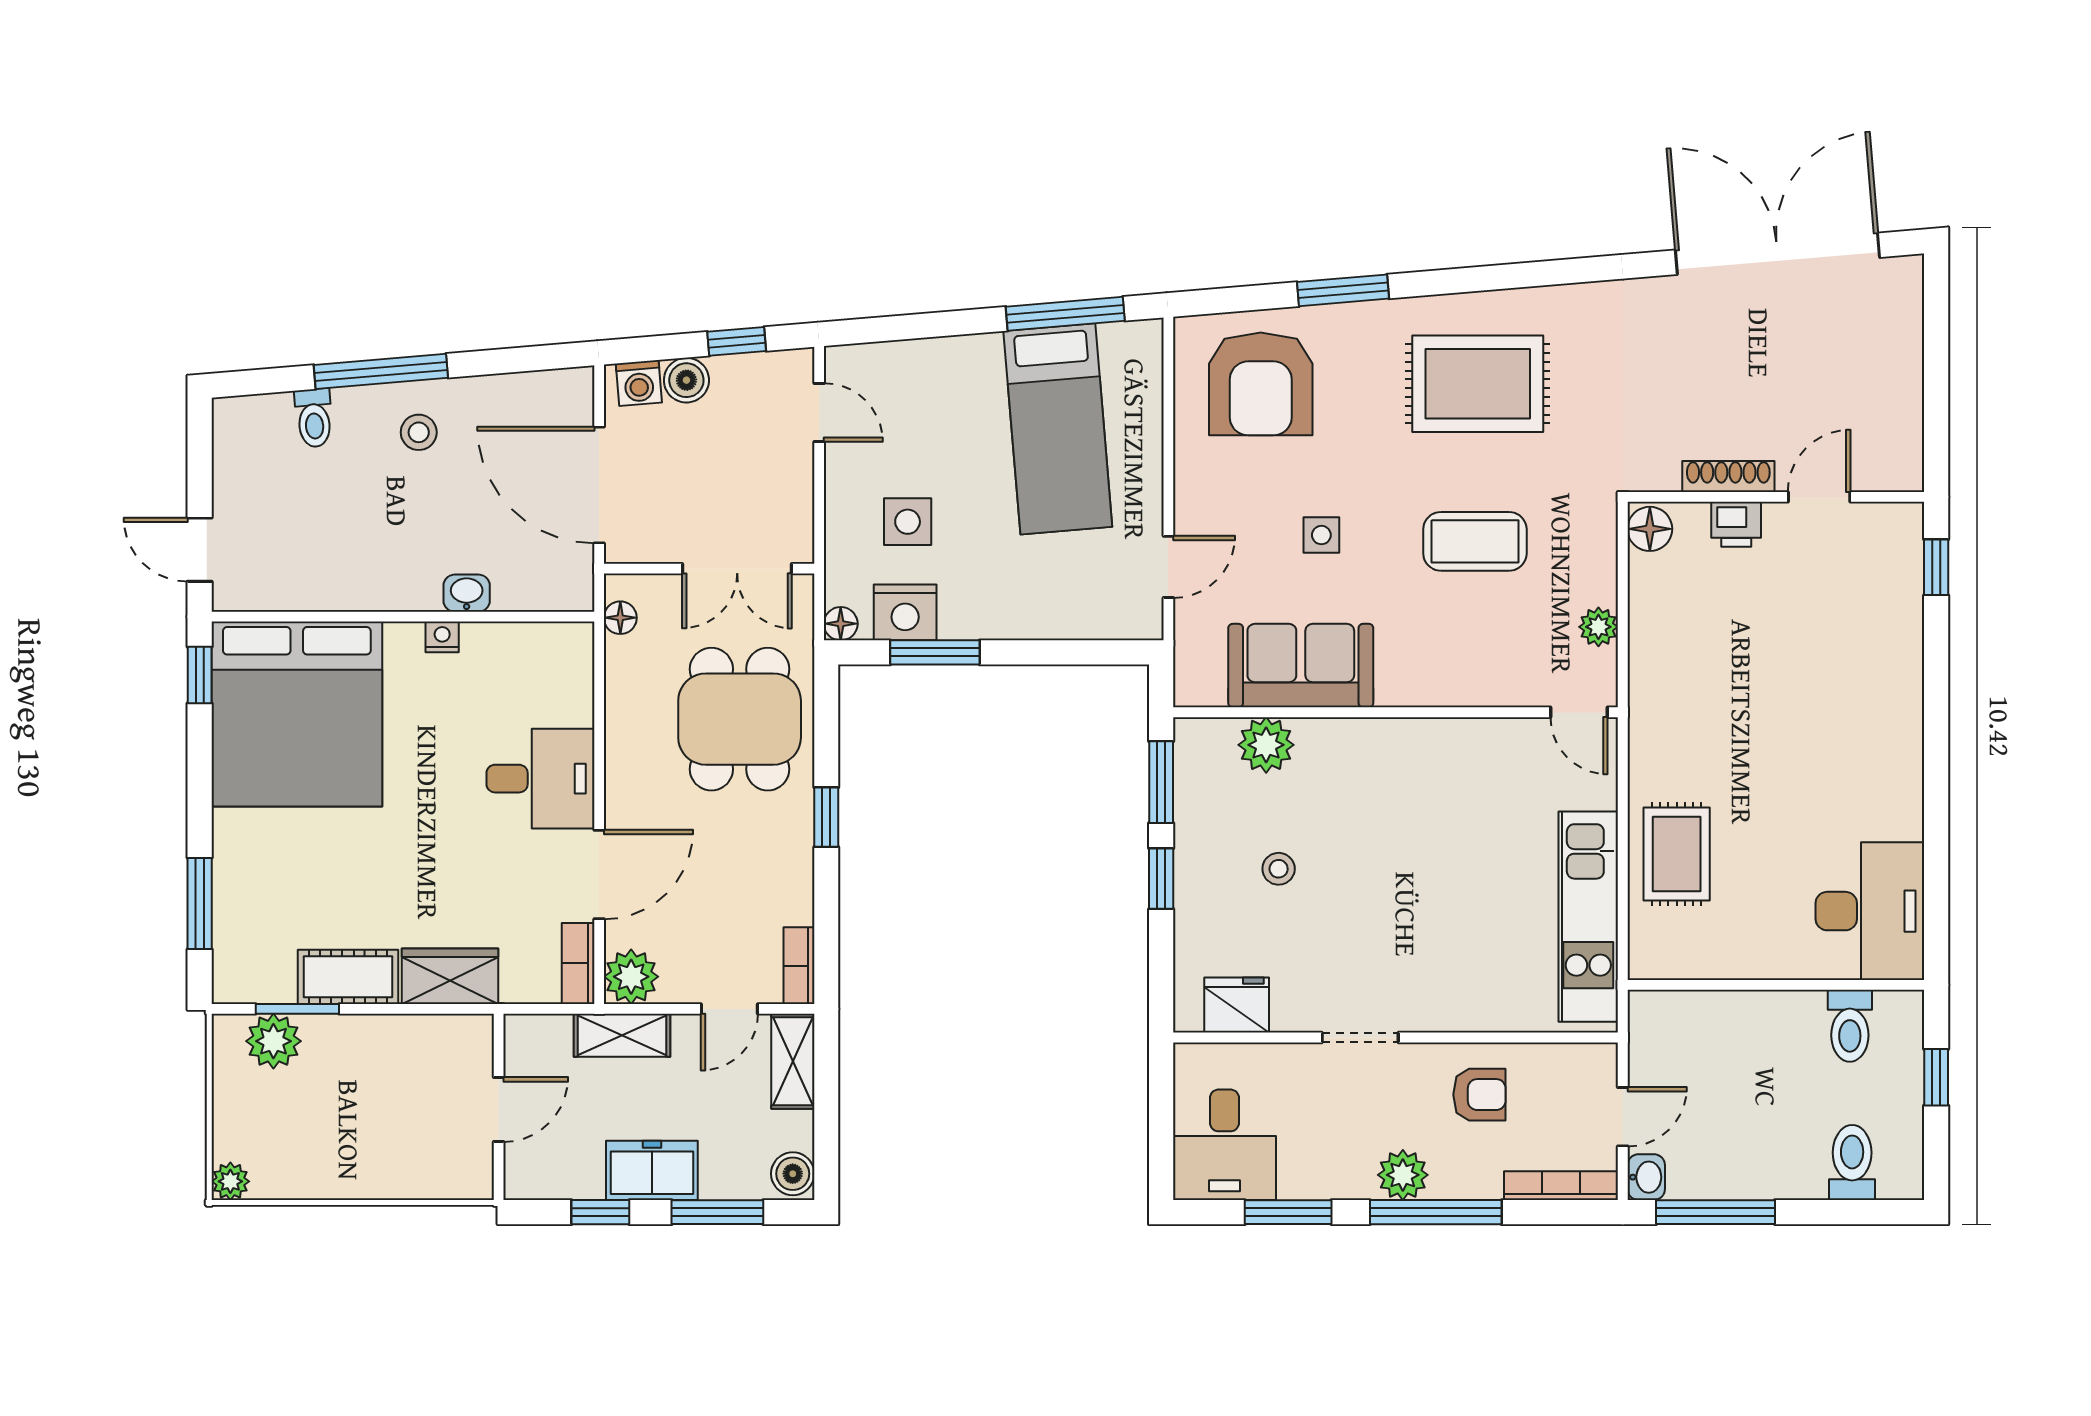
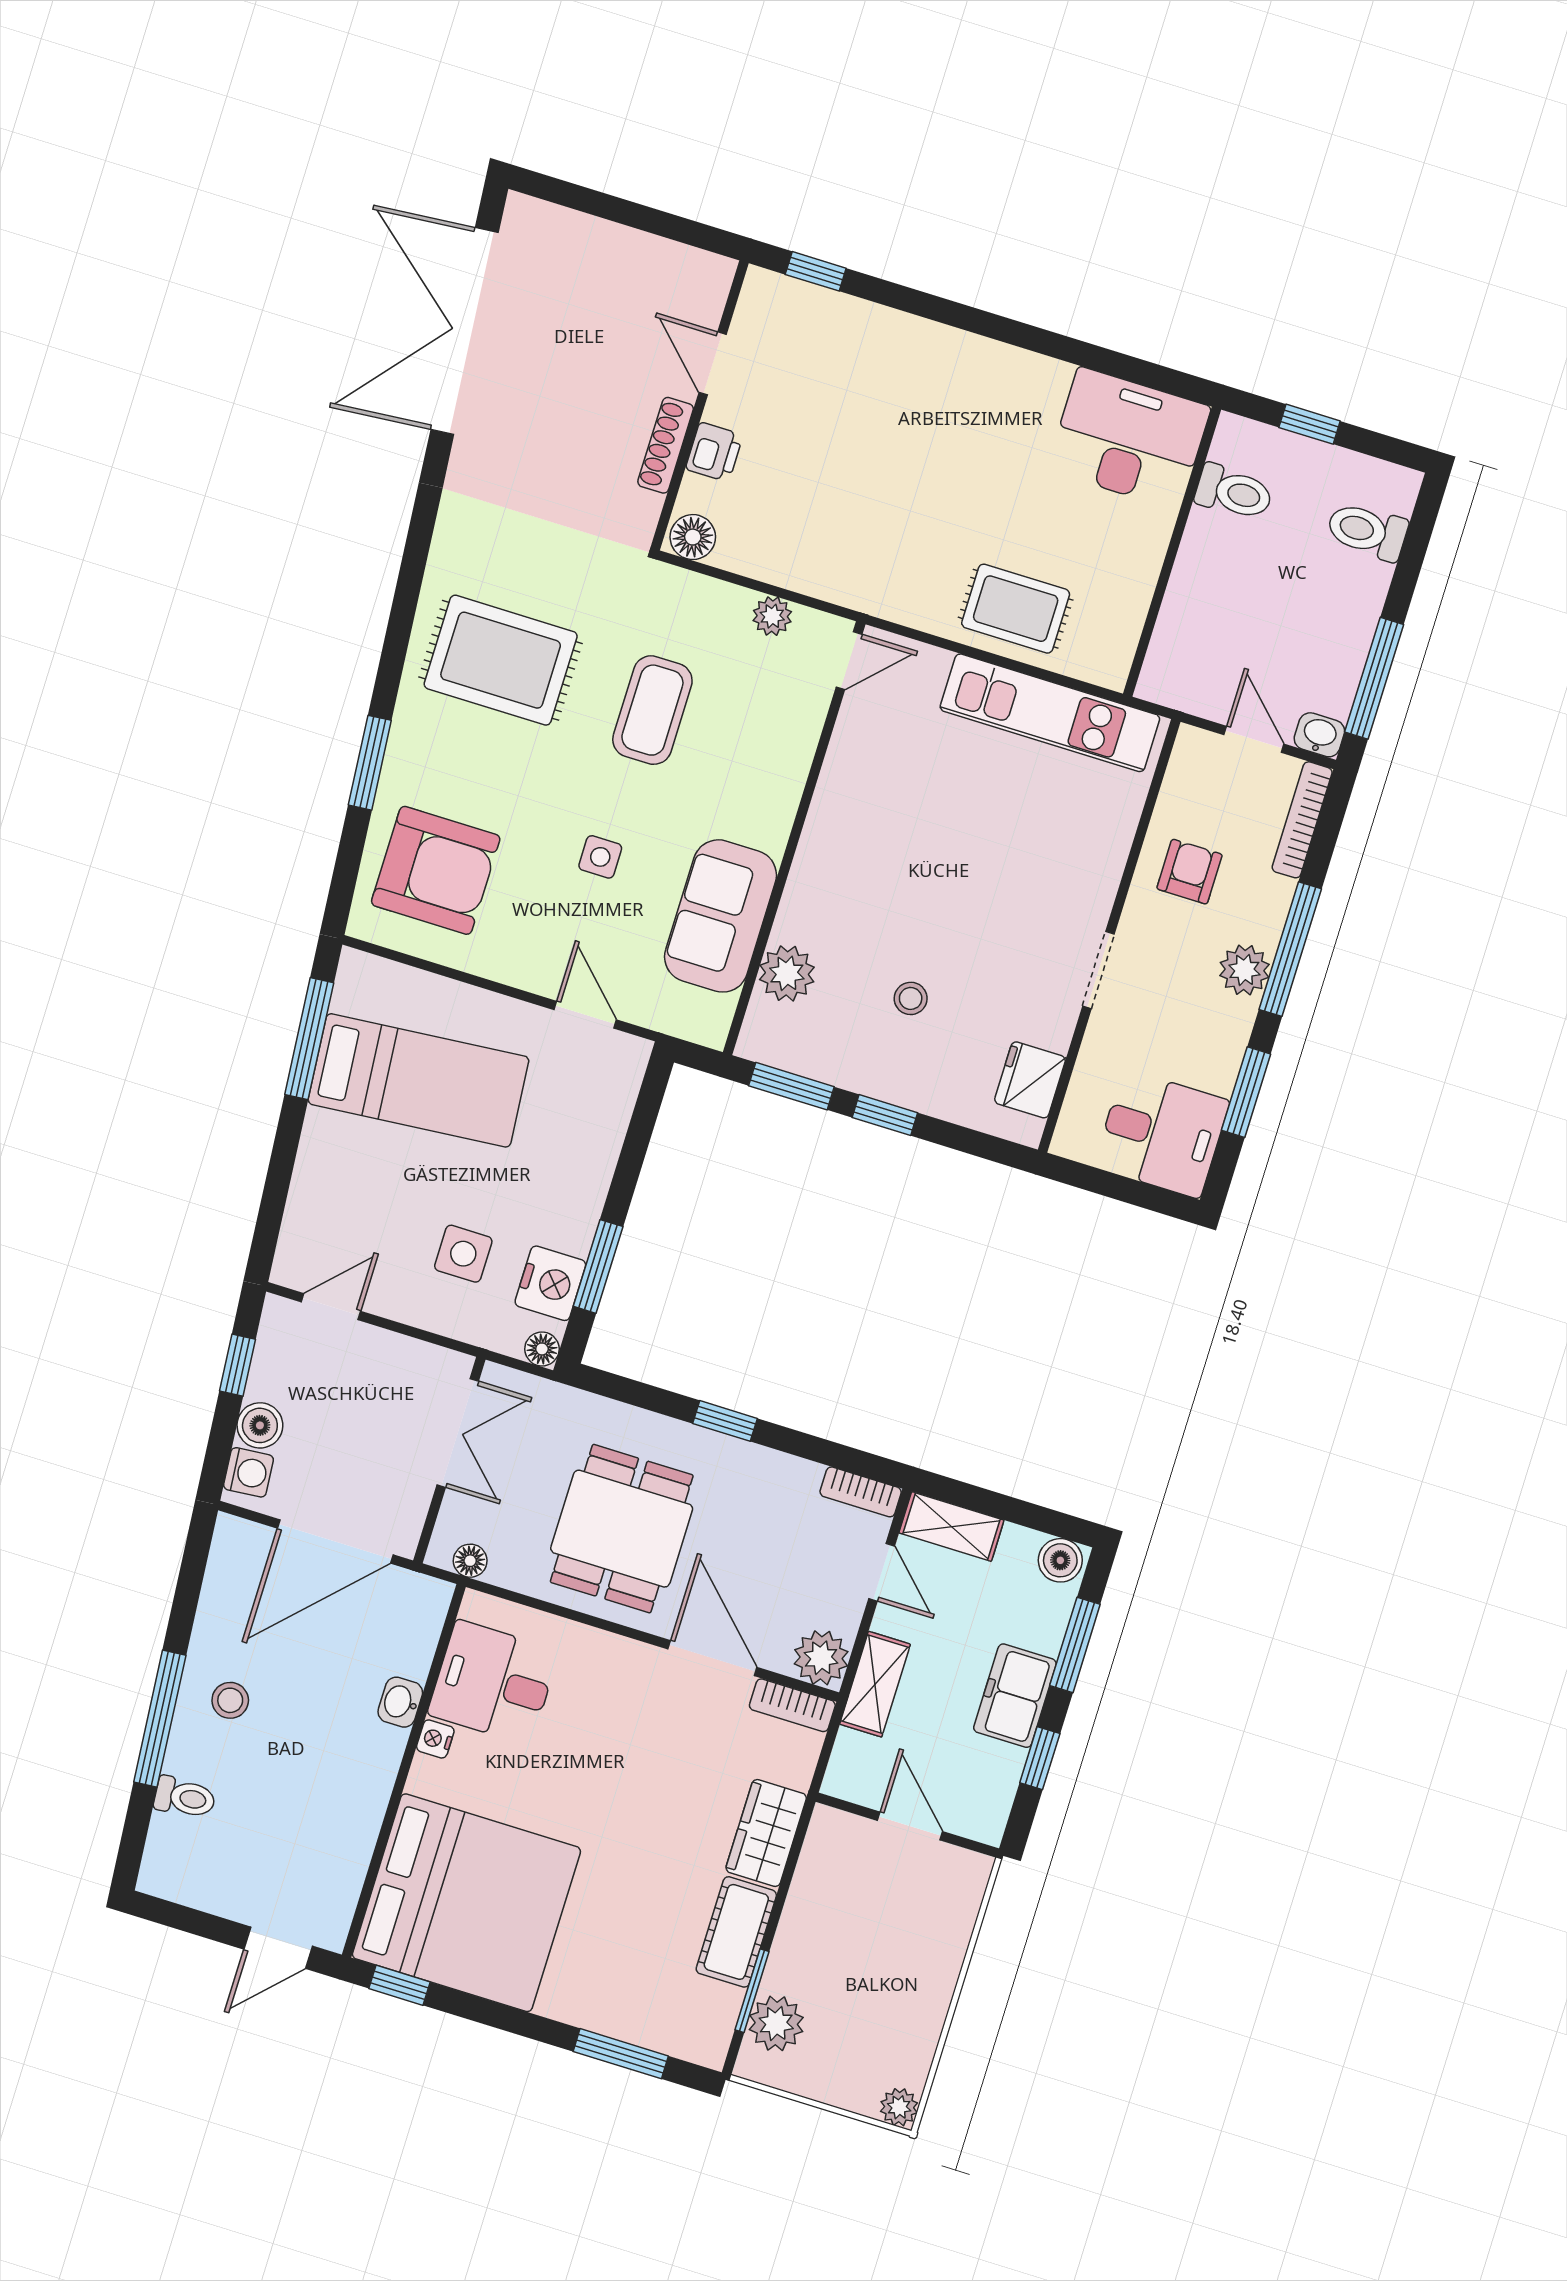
rug: (1478, 384) -> (501, 660), turned 90
dining table: (740, 719) -> (622, 1529), moved, turned 90
desk: (540, 779) -> (493, 1682), moved, turned -90

